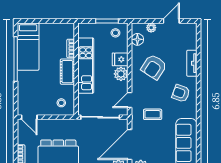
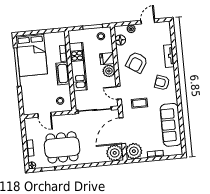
bed: (28, 47) -> (32, 55), width x1.50
door: (130, 100) -> (119, 93), hinge flipped
door: (29, 117) -> (44, 115), moved

